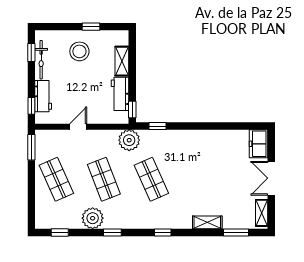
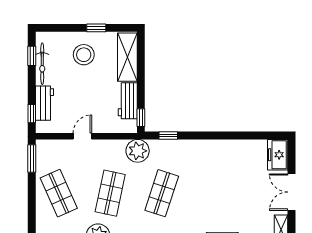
shelving: (122, 61) -> (127, 57), width x1.50, depth x1.33
shop shelf: (104, 179) -> (110, 193), turned 33
shop shelf: (151, 179) -> (162, 193), turned 42

